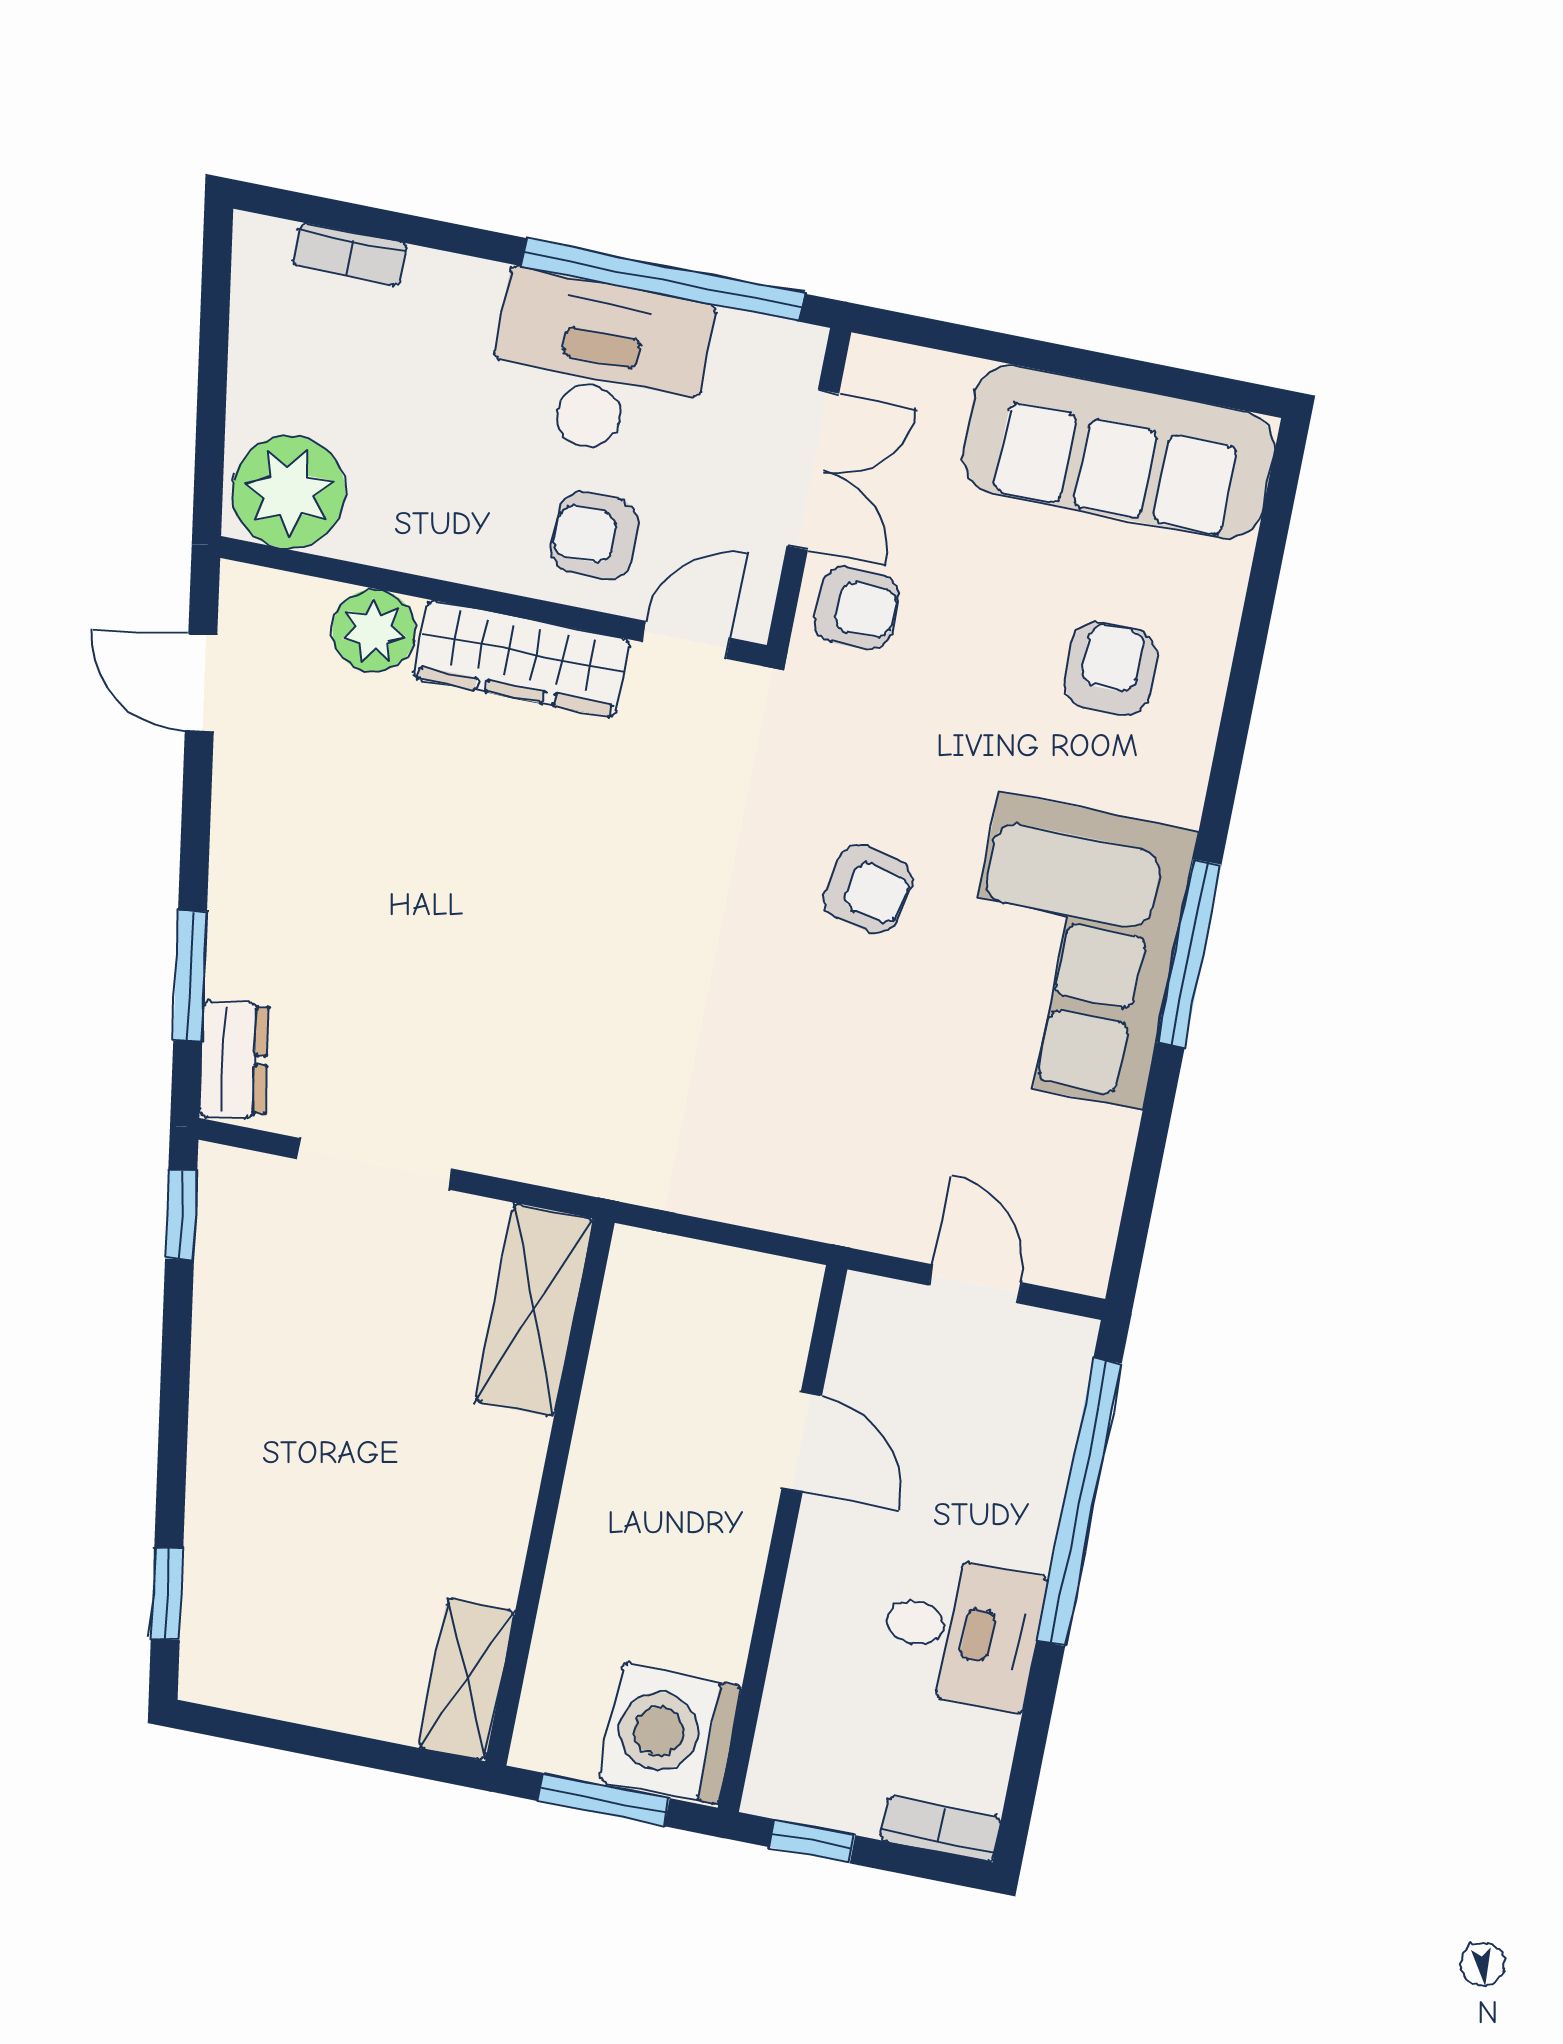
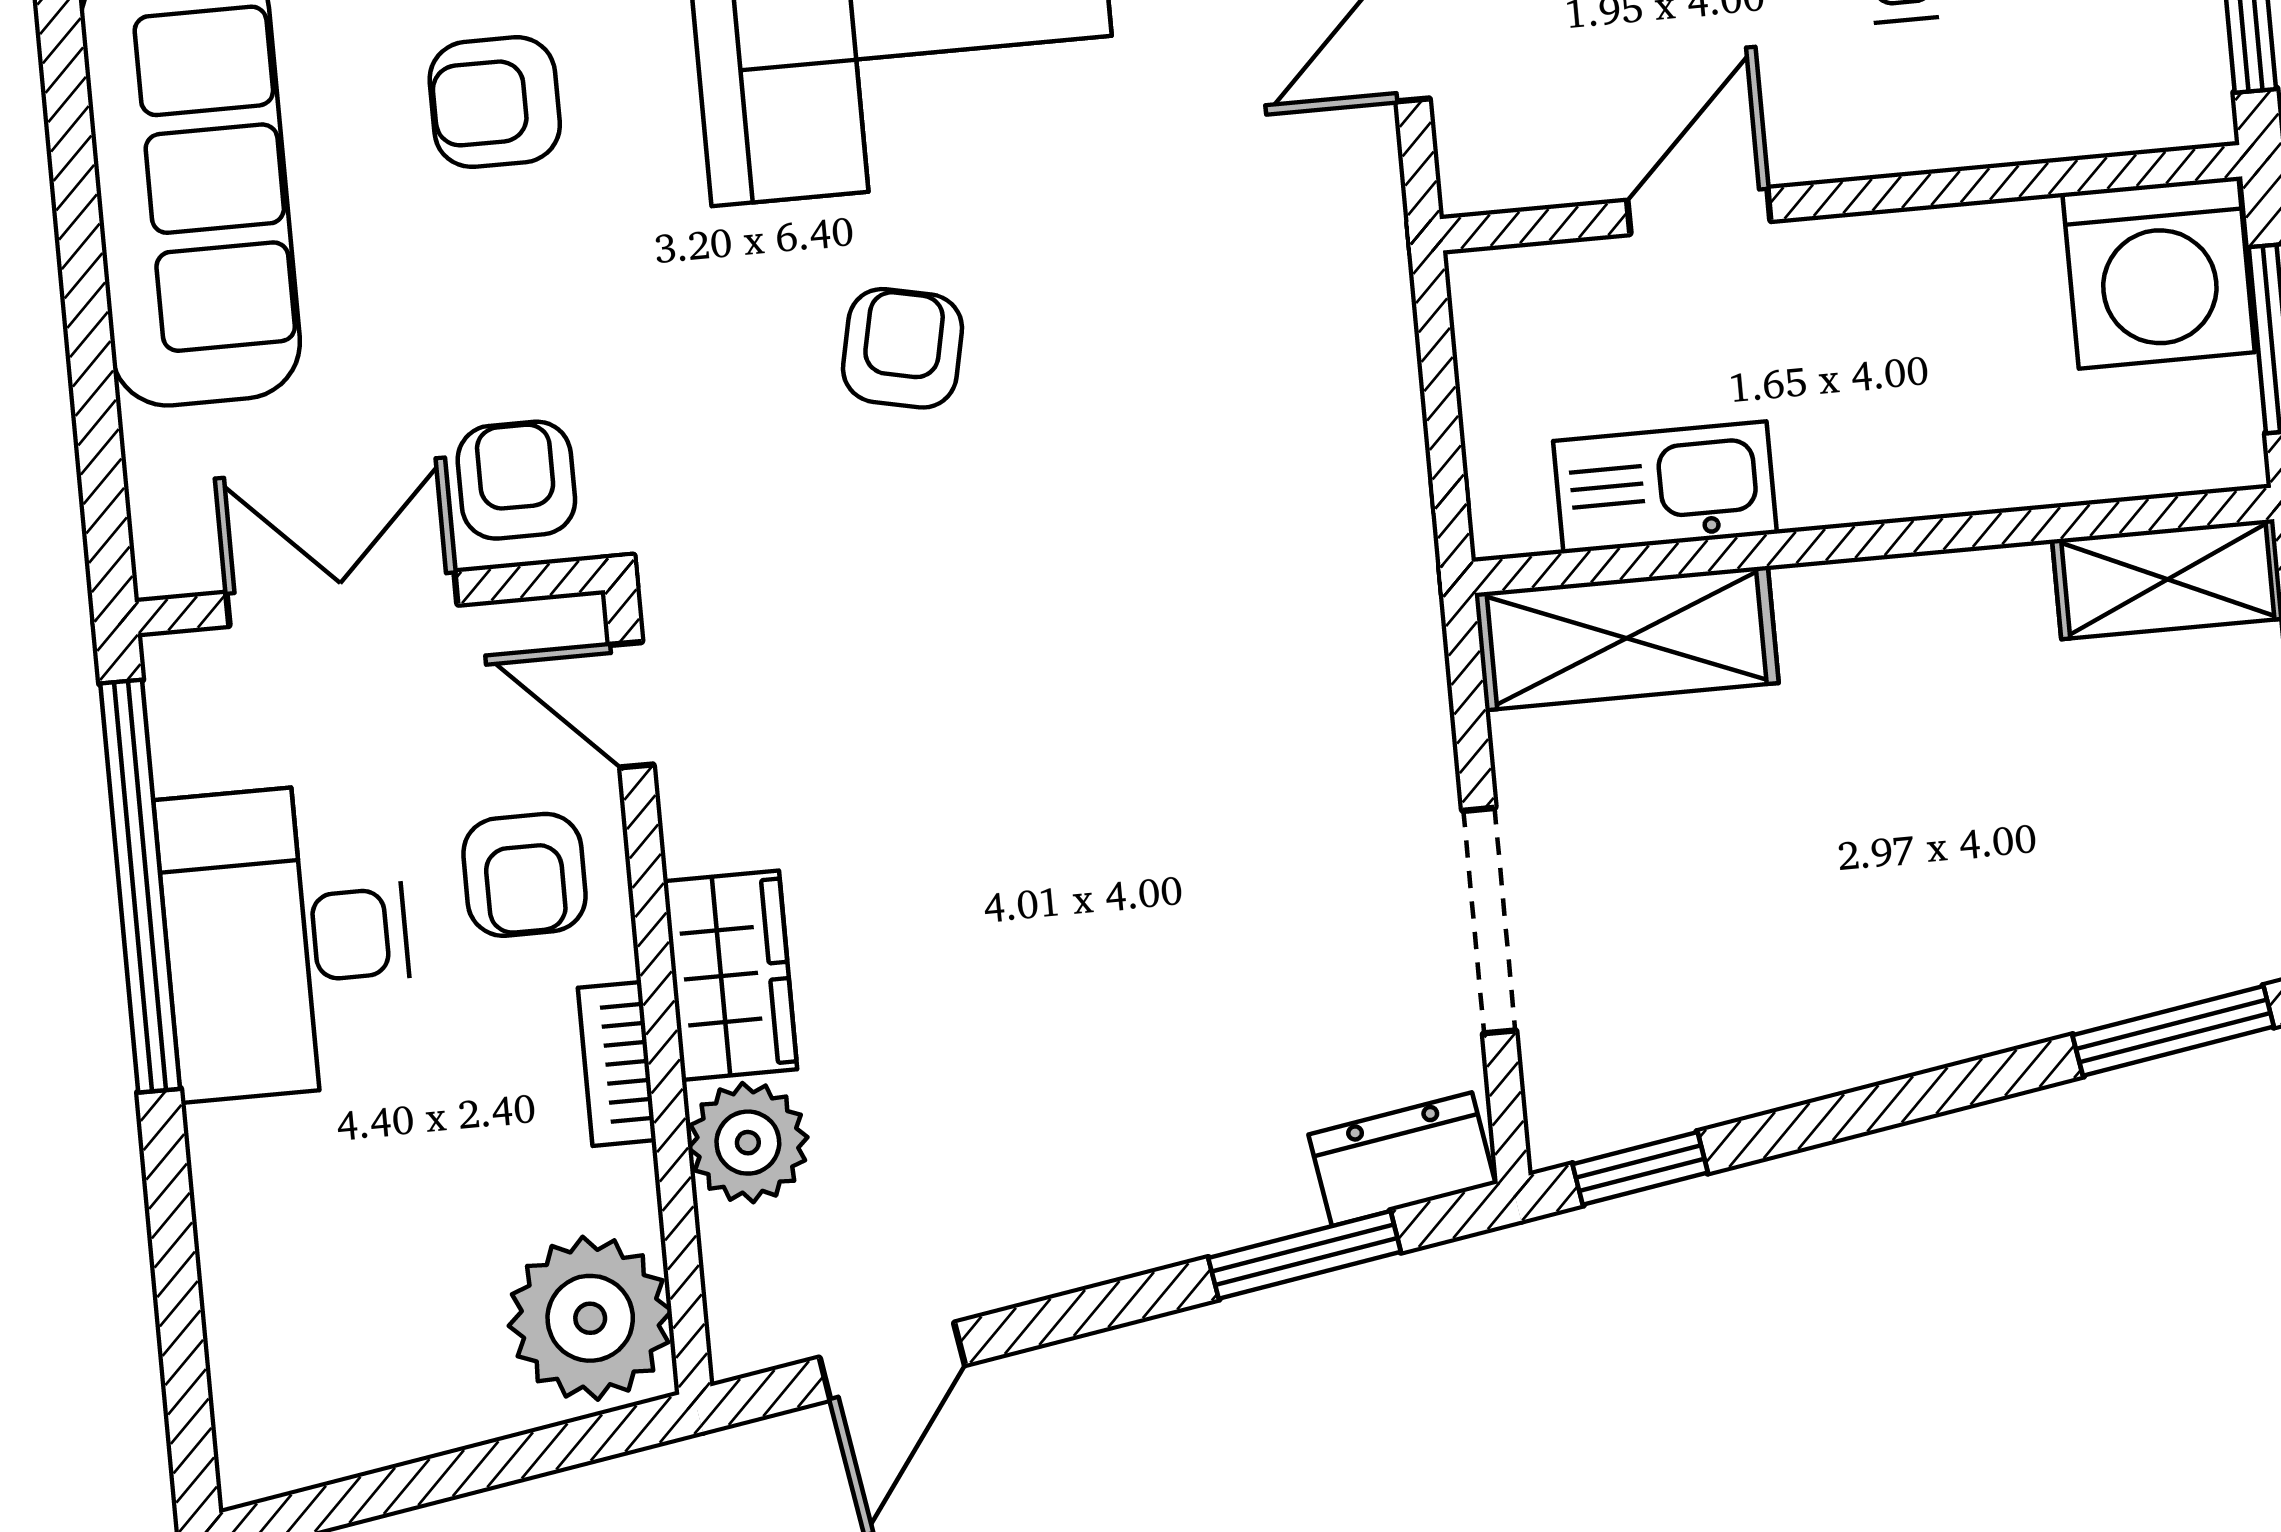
bookcase: (349, 254) -> (617, 1064), moved, turned 180
wardrobe: (522, 659) -> (730, 975), width x0.67
kitchen sink: (626, 1365) -> (1665, 487), added
window: (167, 1594) -> (2173, 1031), width x1.50

